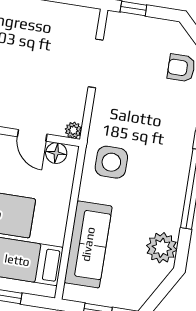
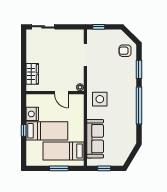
floor lamp: (56, 153) -> (74, 99), removed
plant: (162, 248) -> (129, 135), removed

